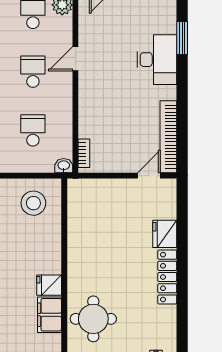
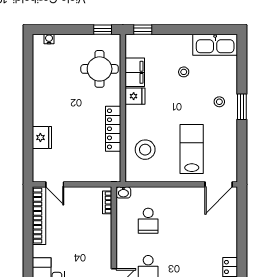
door: (149, 176) -> (55, 184), hinge flipped
stool: (33, 203) -> (145, 150), moved
locker: (167, 277) -> (113, 129), moved, turned 180

